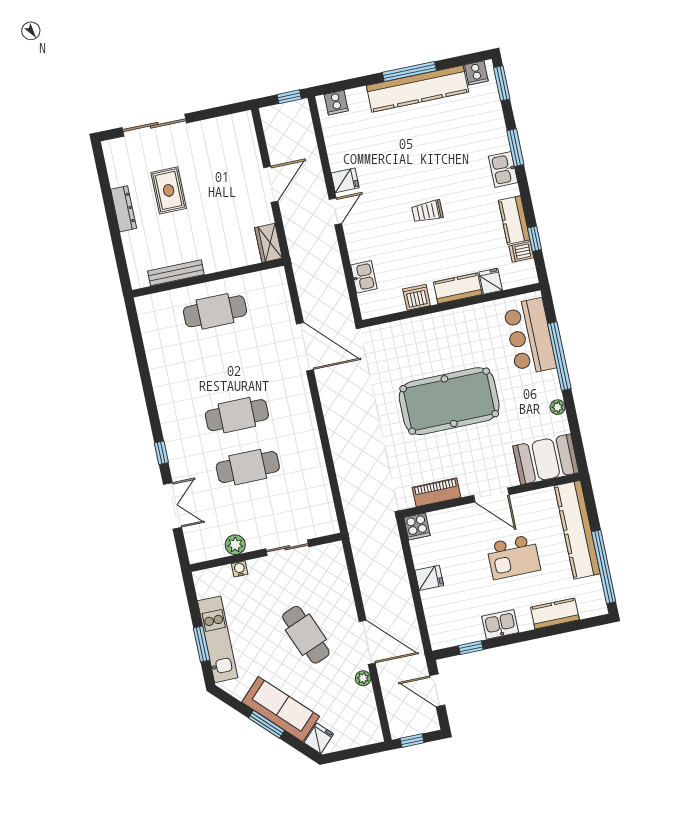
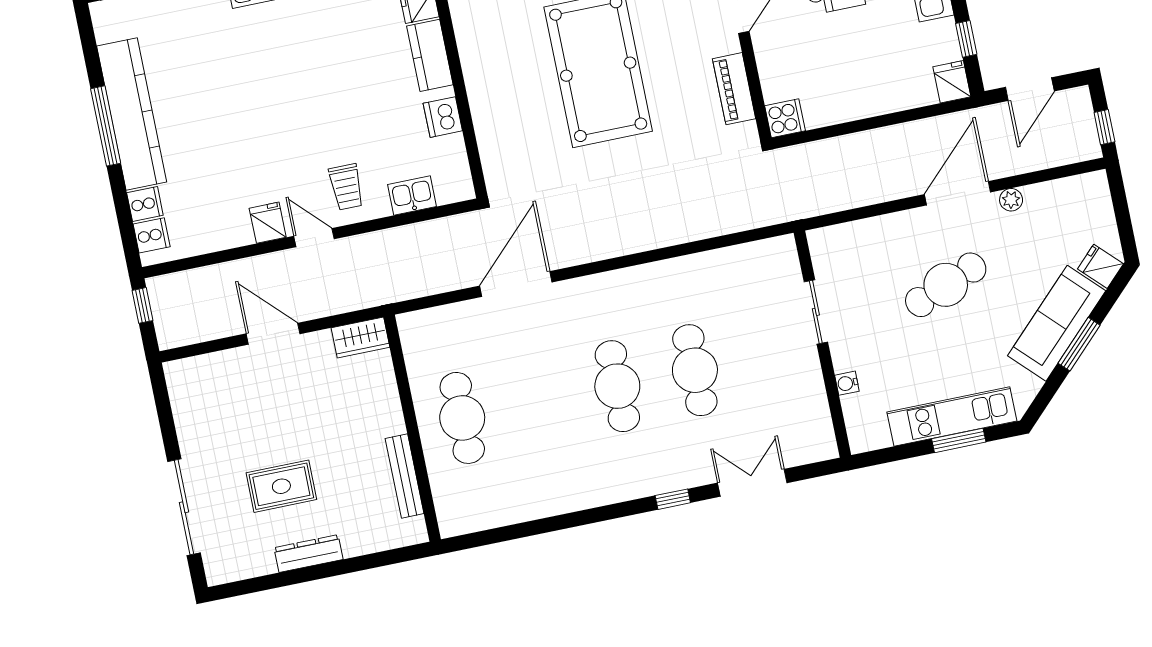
cooker: (476, 73) -> (145, 204), moved
trolley: (427, 211) -> (346, 187), moved
plant: (235, 545) -> (811, 390), removed
fridge: (429, 578) -> (952, 82), moved

